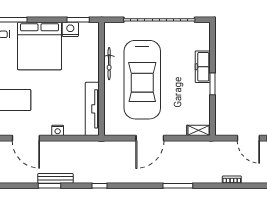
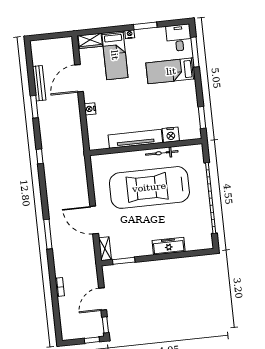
nightstand: (70, 29) -> (171, 135), moved, turned 90
bed: (39, 46) -> (171, 71), width x0.49
window: (213, 84) -> (124, 261), moved
tv unit: (92, 109) -> (135, 139), moved
door: (150, 138) -> (94, 220), moved
bench: (55, 178) -> (39, 83), moved

